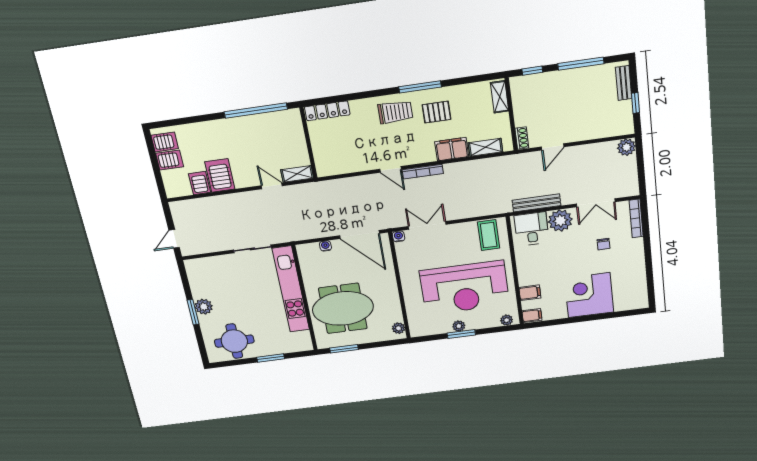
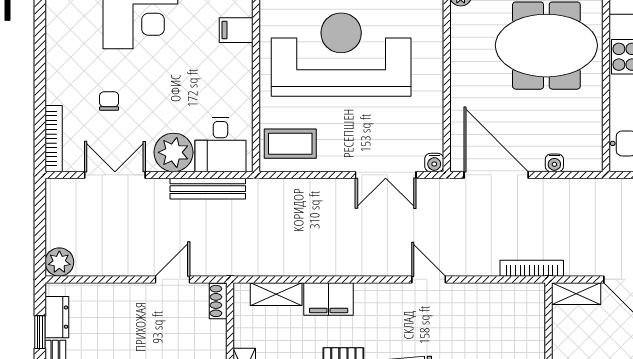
dresser: (625, 114) -> (57, 317), added
bookcase: (423, 172) -> (532, 268), moved
coffee table: (489, 235) -> (290, 144), turned 90

